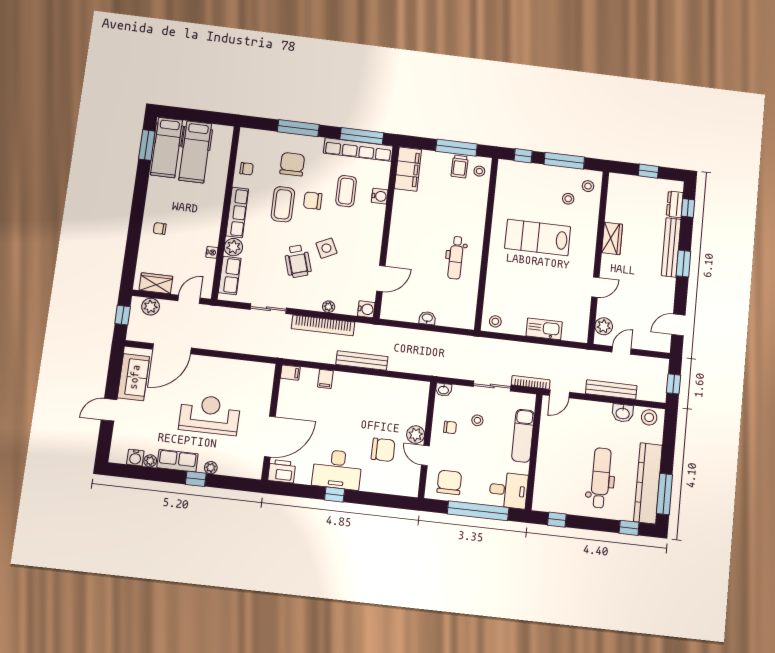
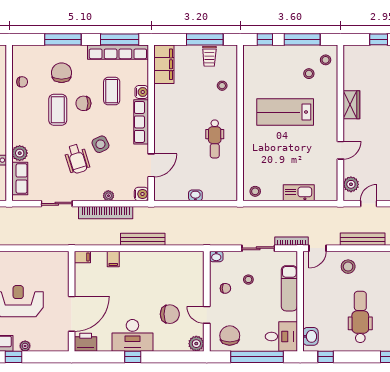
stool: (479, 171) -> (222, 86), moved
row of seats: (237, 212) -> (141, 122), moved, turned 180
washbasin: (623, 413) -> (310, 336), moved, turned -90
stool: (592, 419) -> (348, 267), added
plant: (416, 435) -> (196, 344), moved

